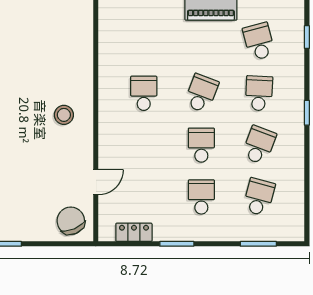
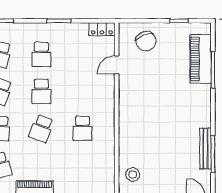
stool: (64, 115) -> (133, 174), moved
chair: (71, 221) -> (146, 41), moved
locker: (134, 232) -> (102, 29), moved

